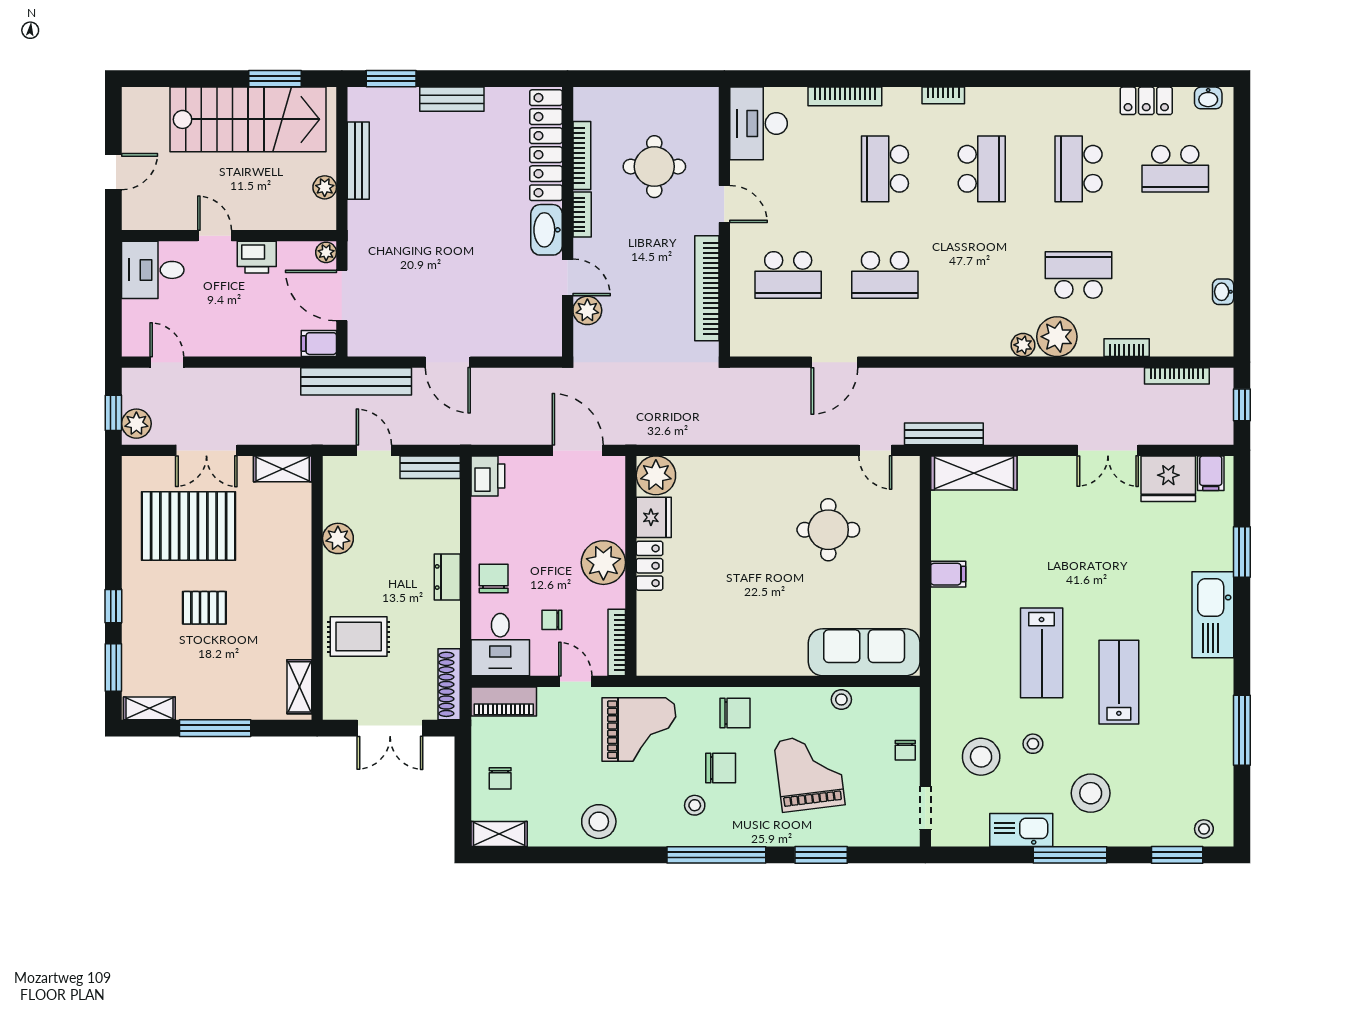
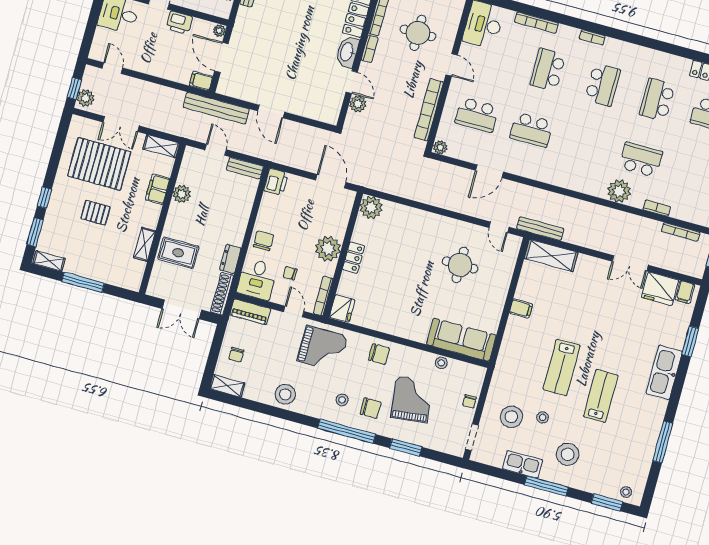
plant: (1023, 345) -> (440, 147), moved
fridge: (654, 517) -> (342, 308), moved
filing cabinet: (296, 541) -> (158, 189), added
dresser: (447, 577) -> (230, 259), moved
shelving: (299, 687) -> (145, 244), moved
chair: (721, 768) -> (371, 408), moved

